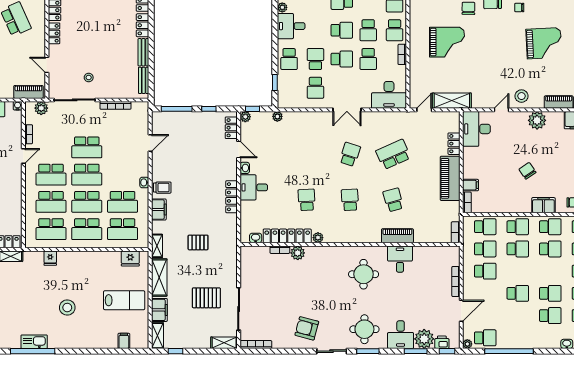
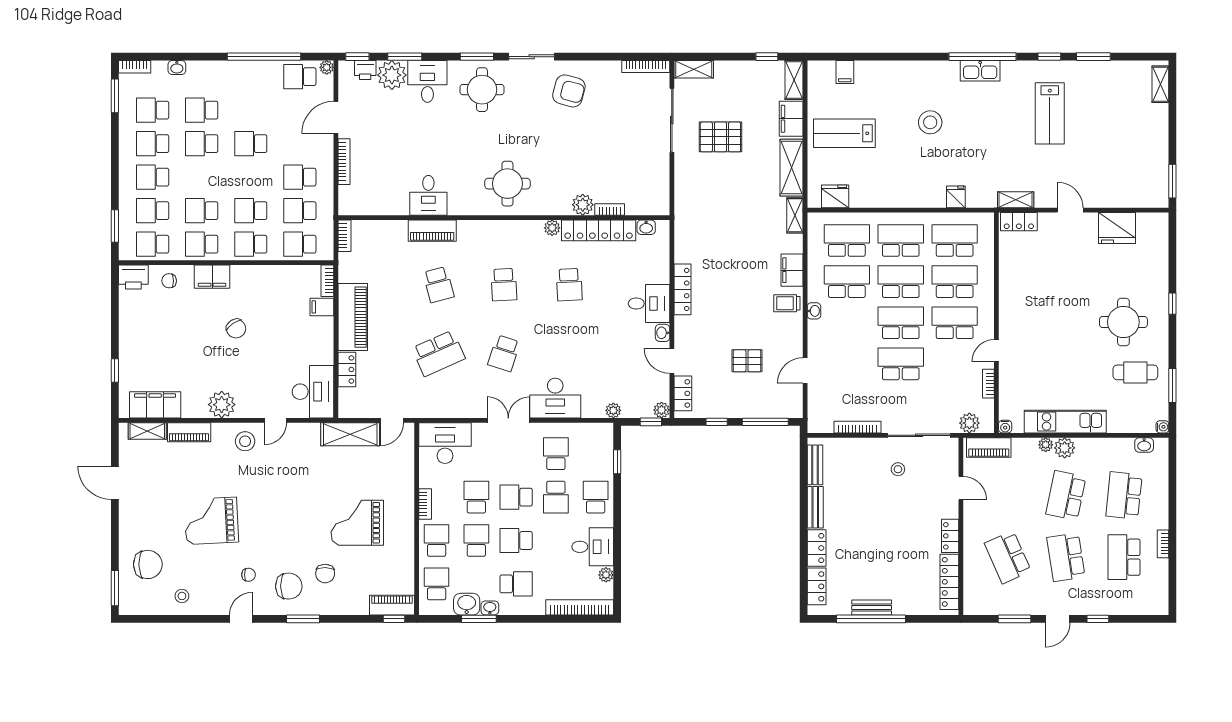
desk: (316, 125) -> (555, 398), added
pallet: (198, 242) -> (747, 361), moved
round table: (364, 274) -> (507, 184), moved

